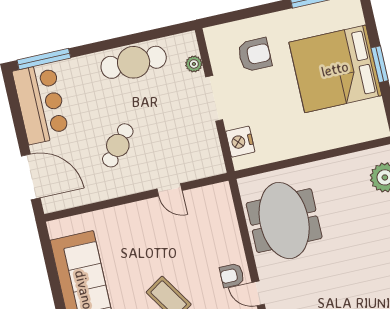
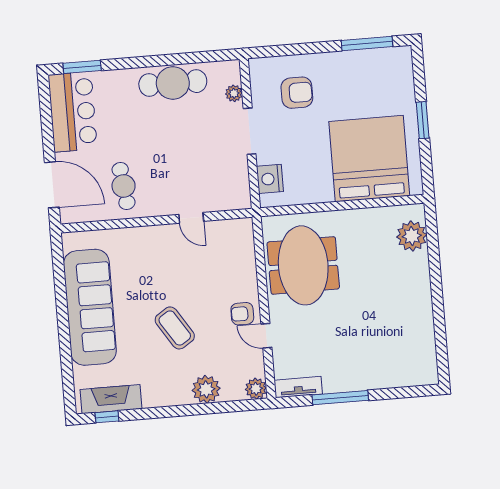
window: (44, 59) -> (82, 67), width x0.69
bed: (335, 69) -> (369, 159), moved, turned 90
cafe table: (118, 145) -> (124, 186), moved, turned -47

